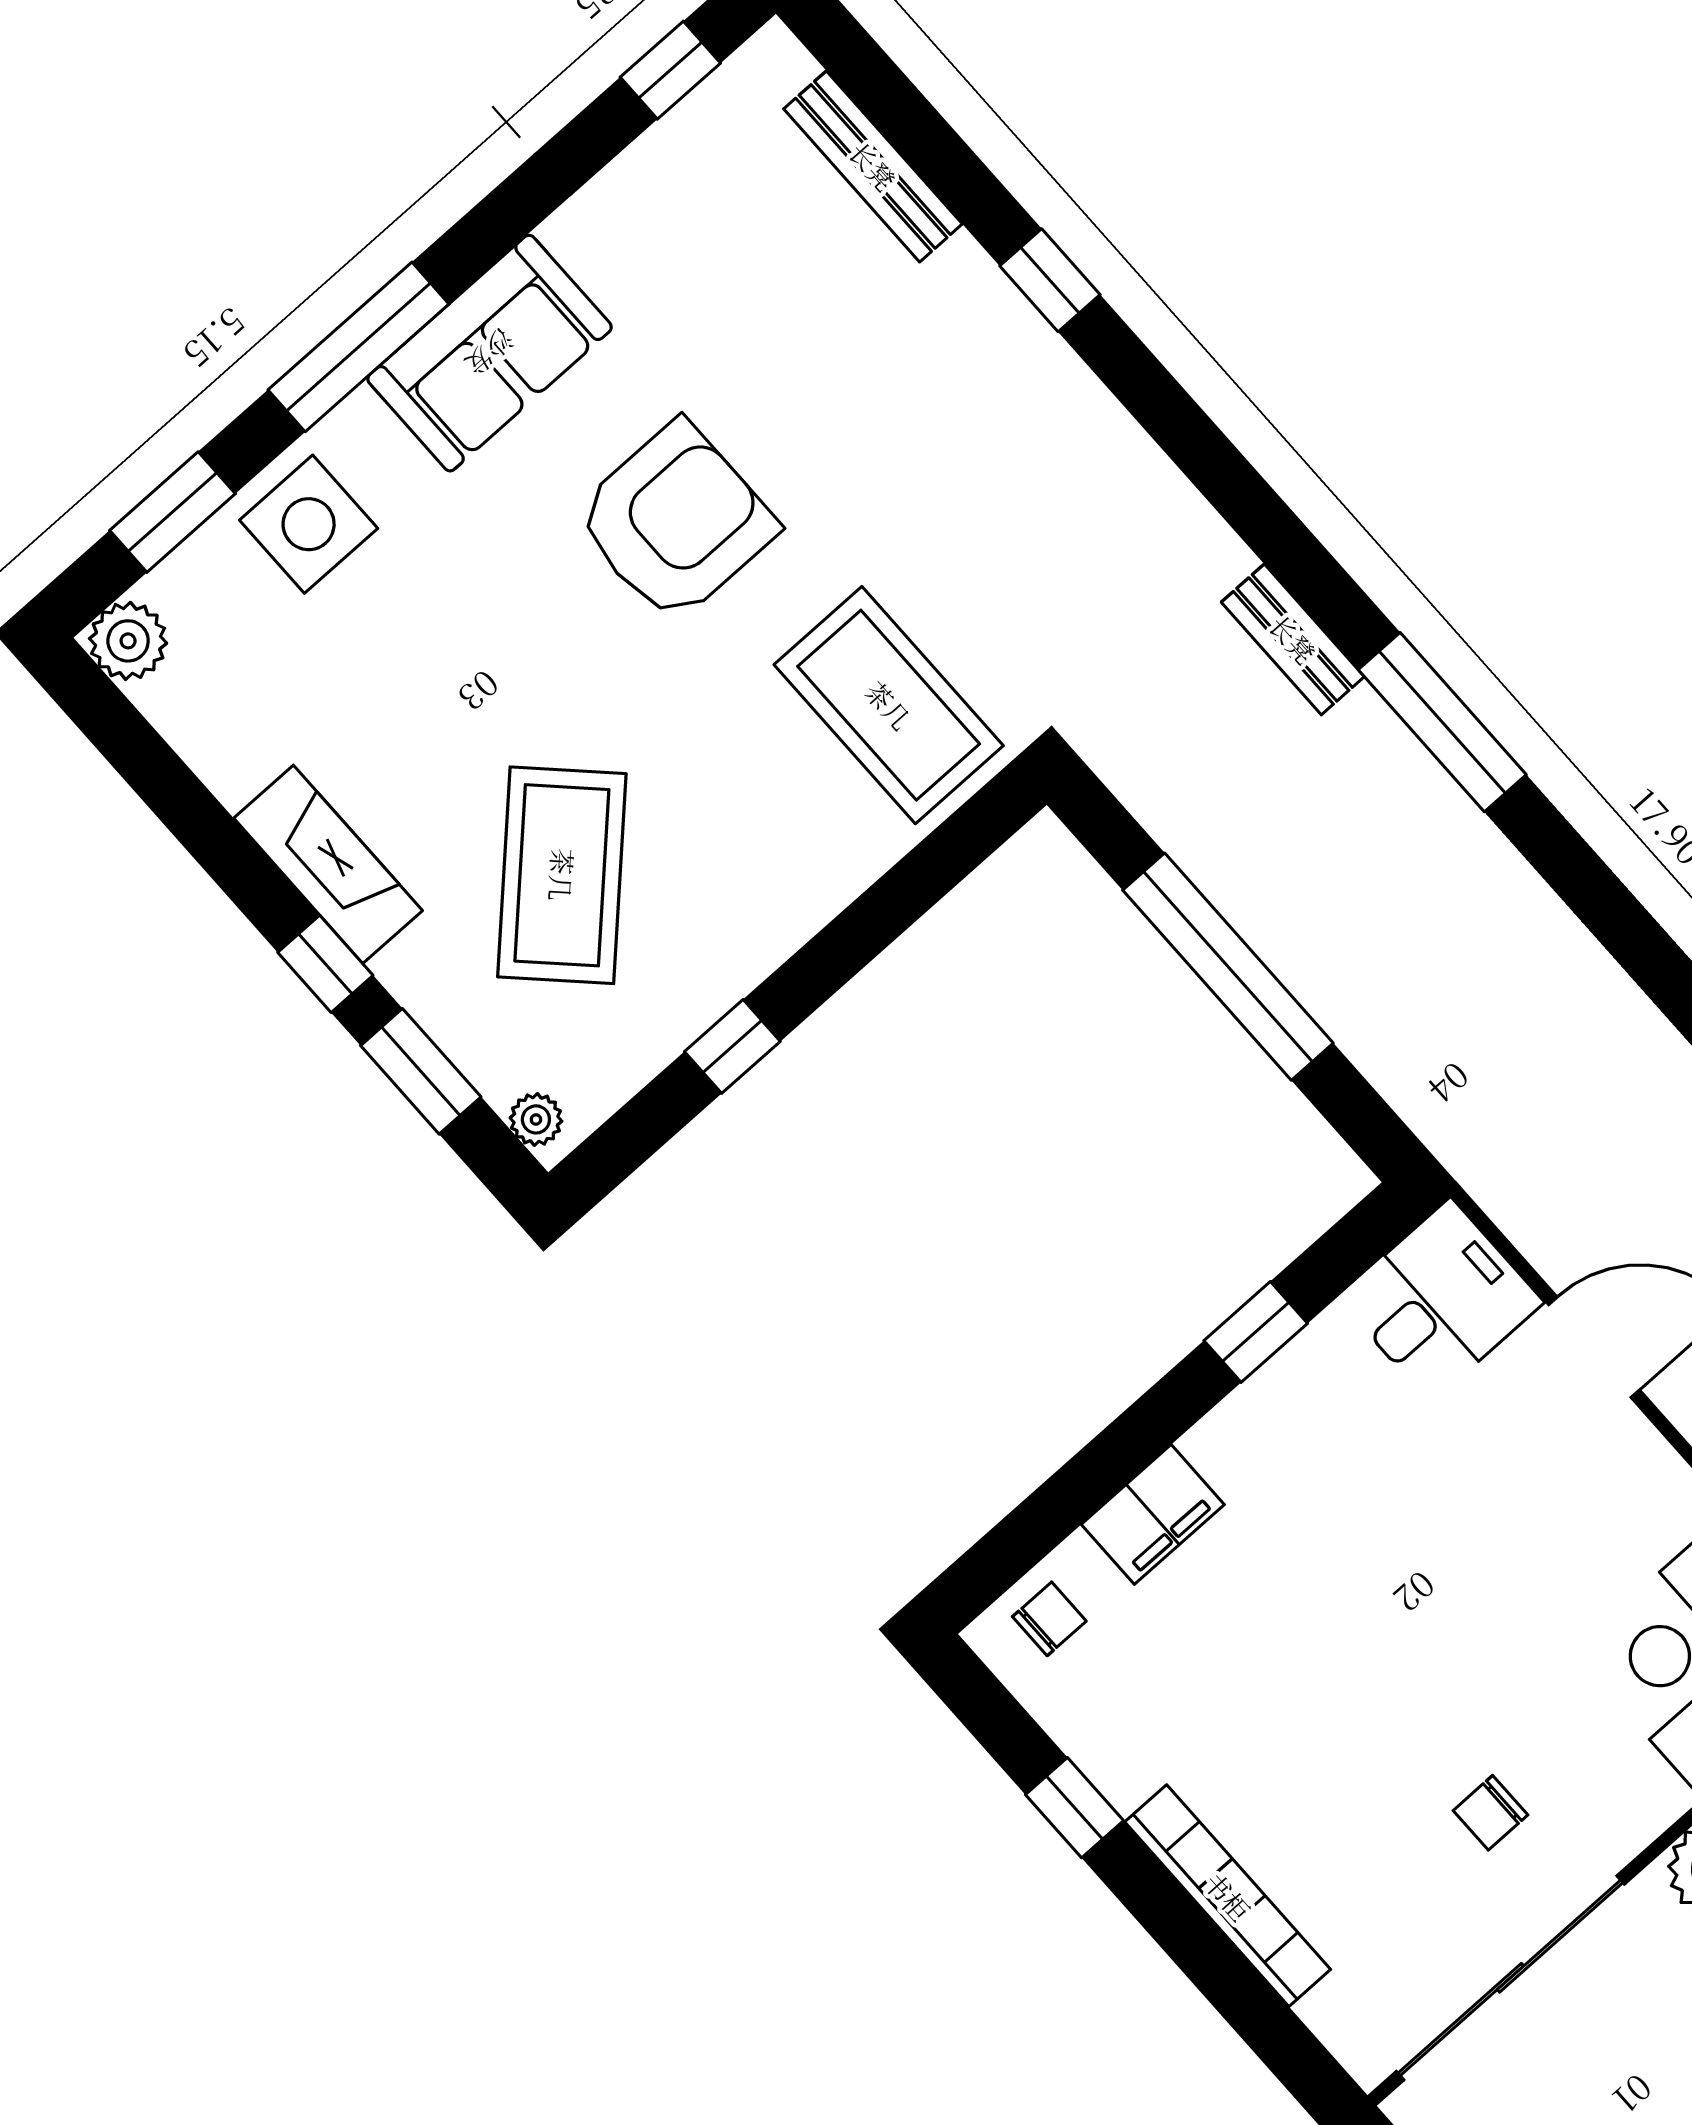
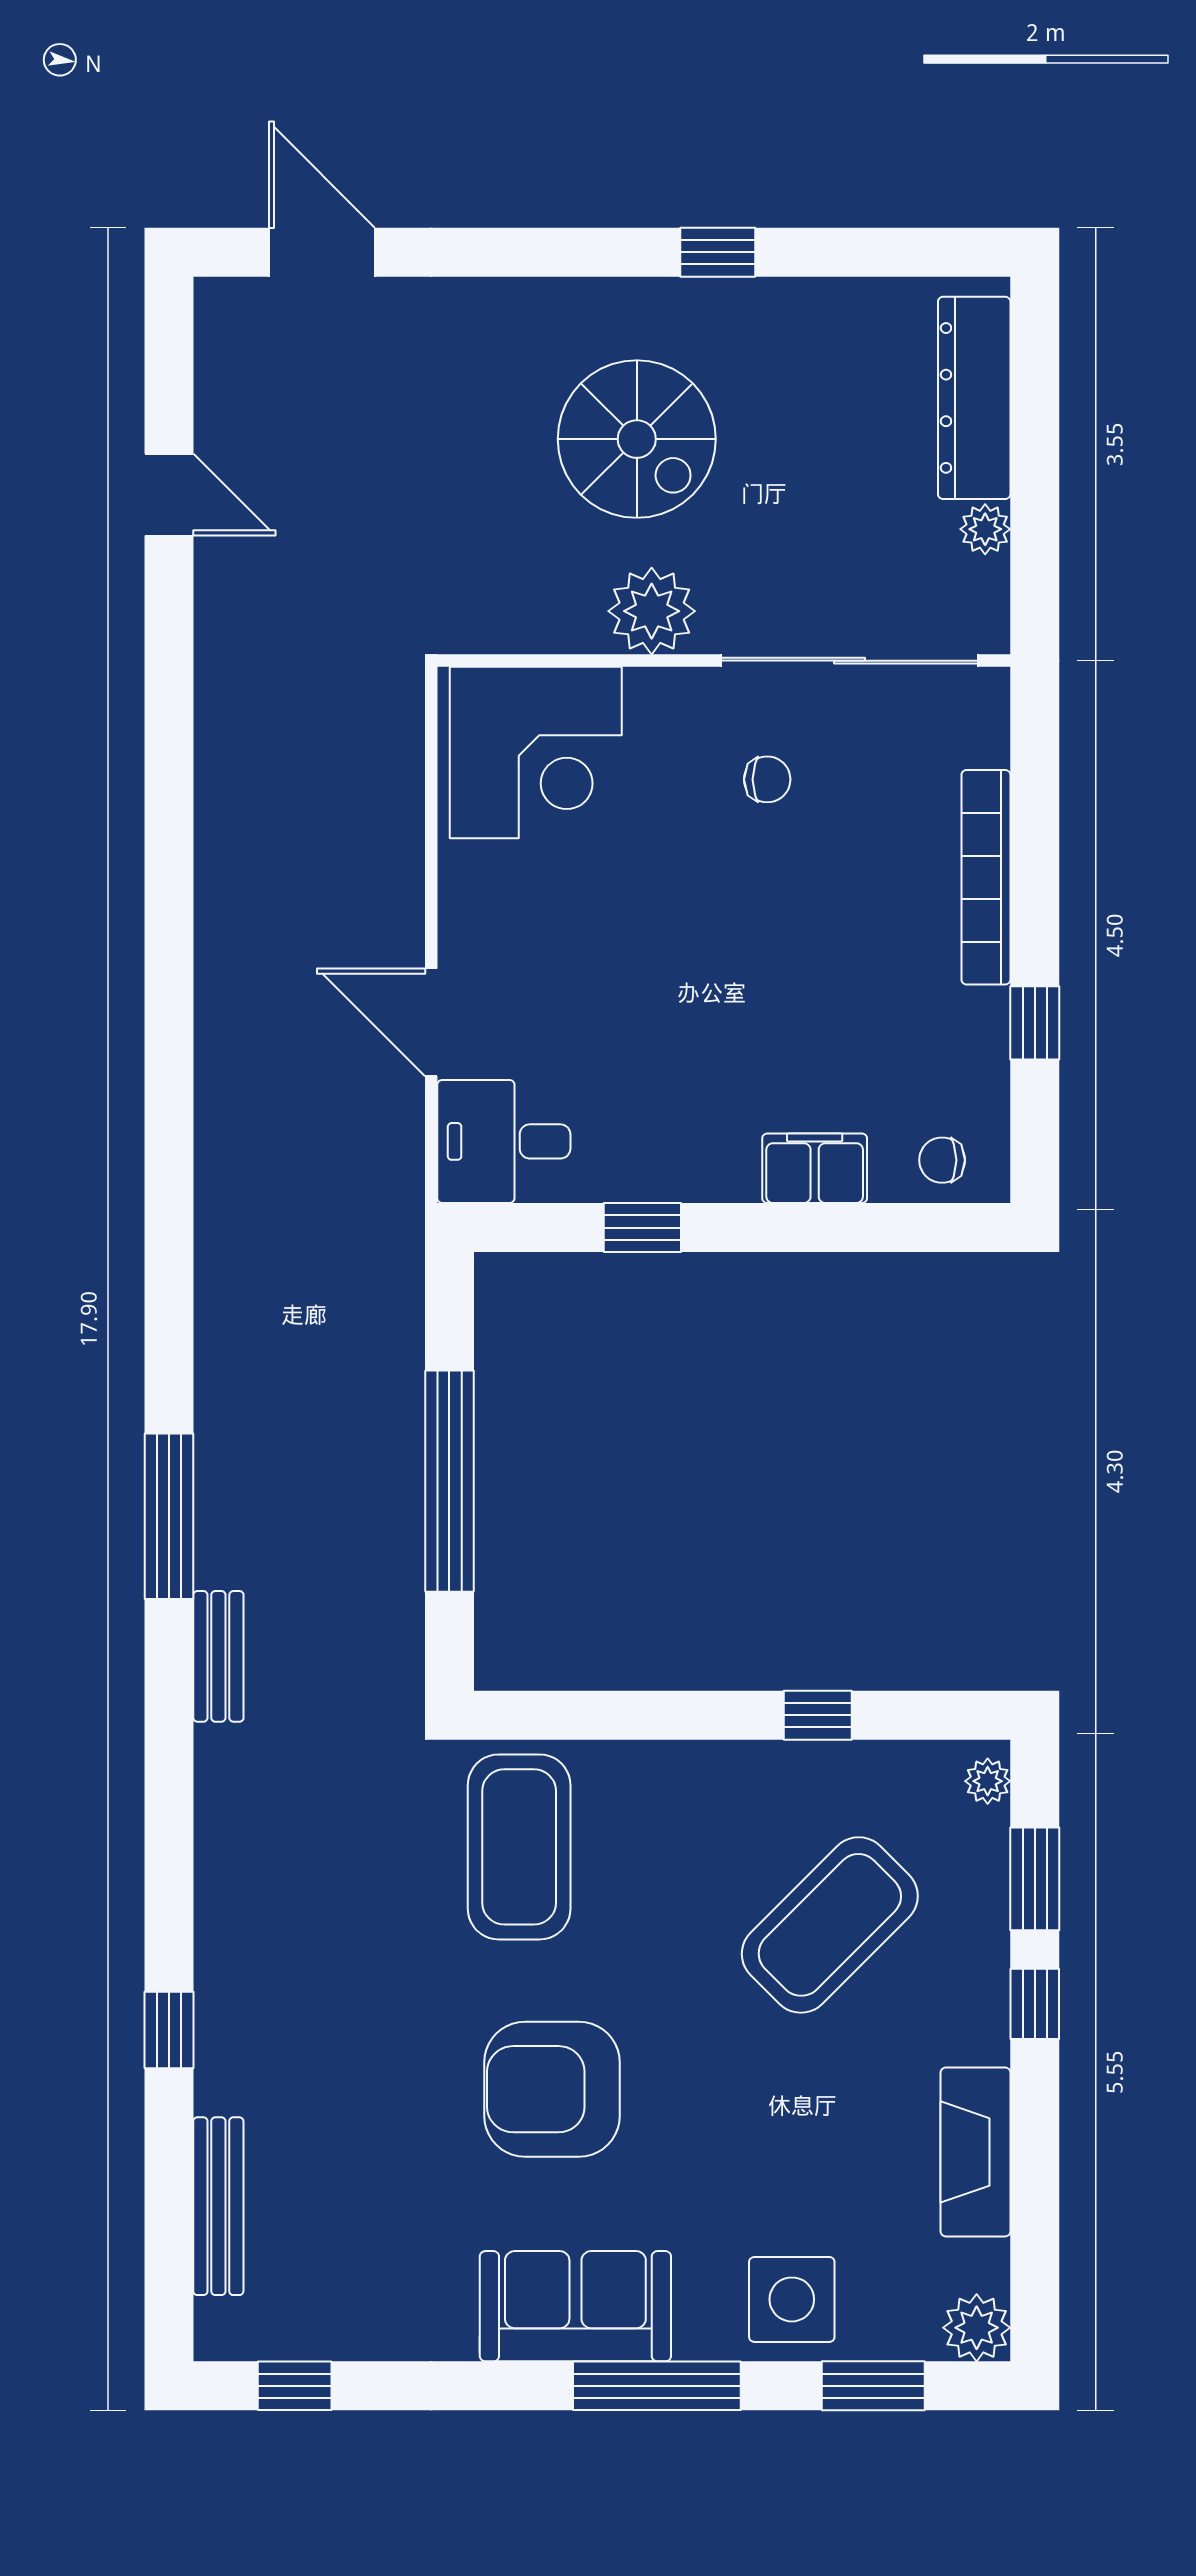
fireplace: (328, 864) -> (976, 2152), moved

